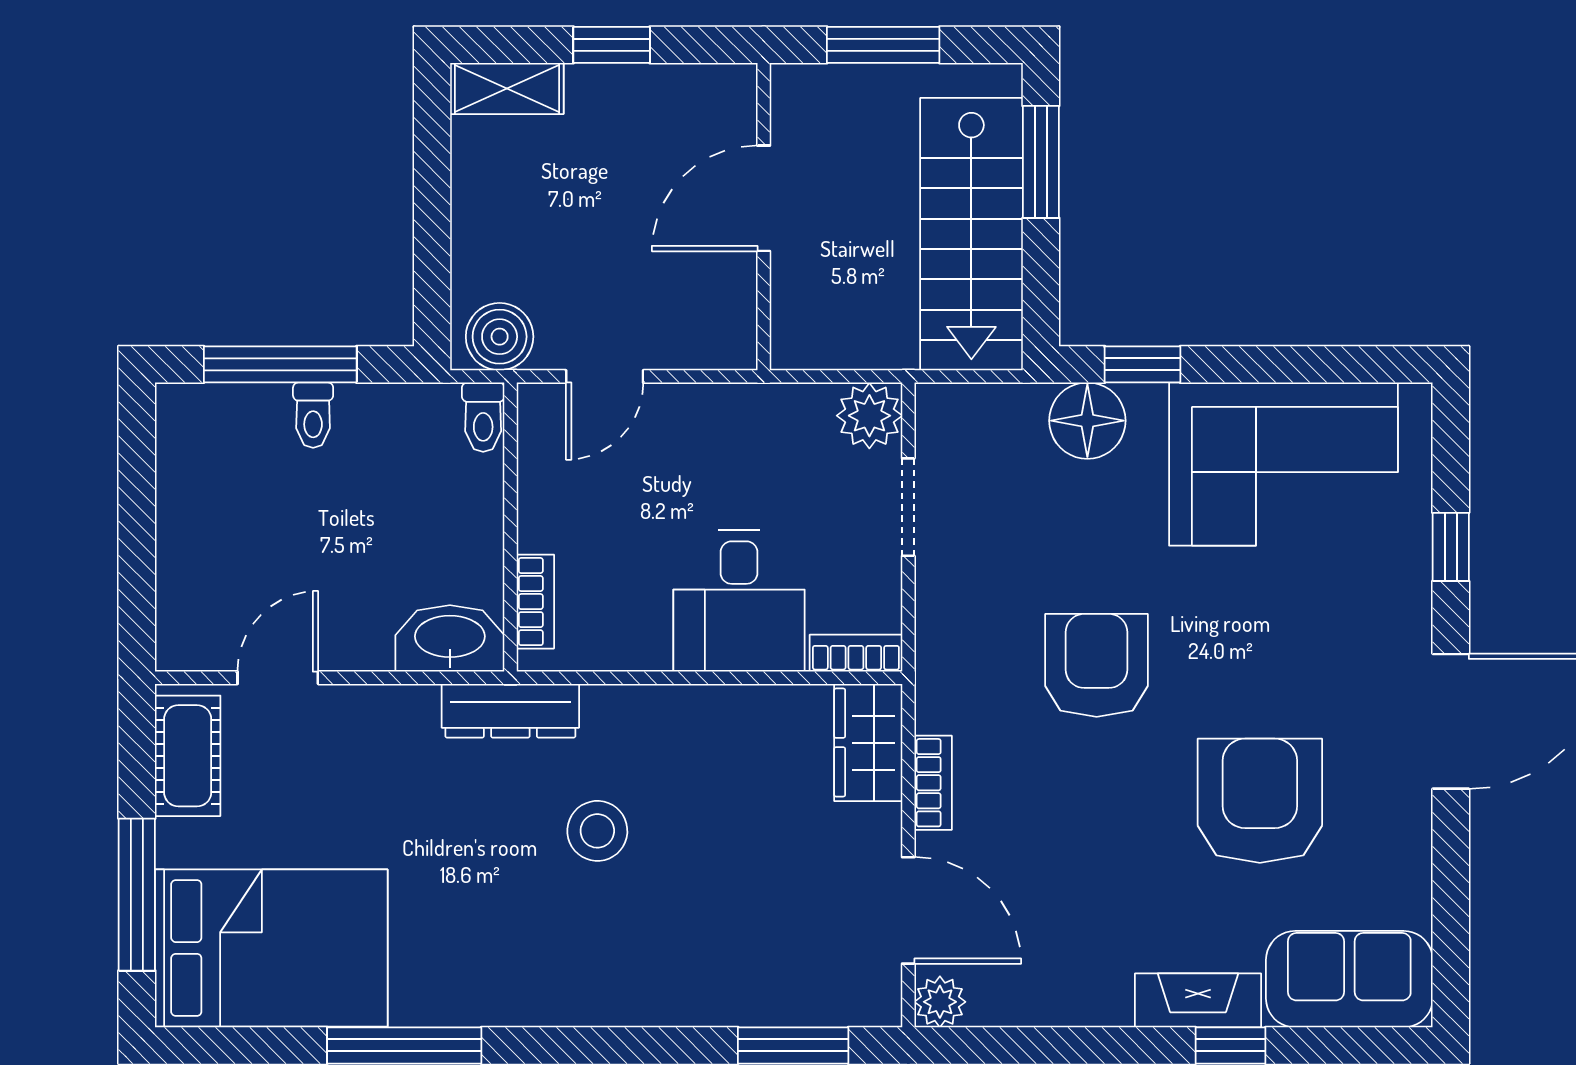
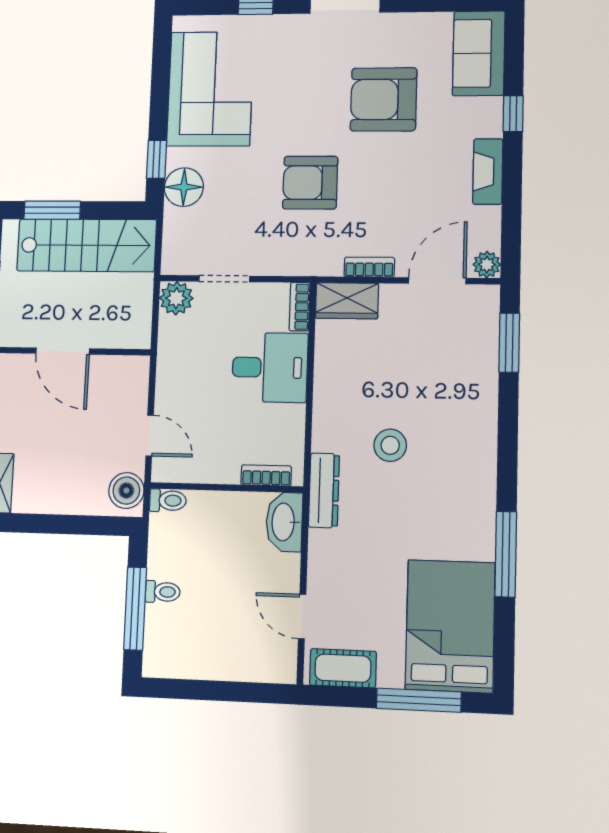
fireplace: (1198, 1000) -> (488, 172), moved

